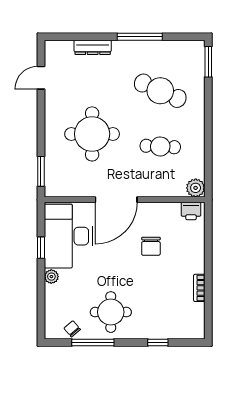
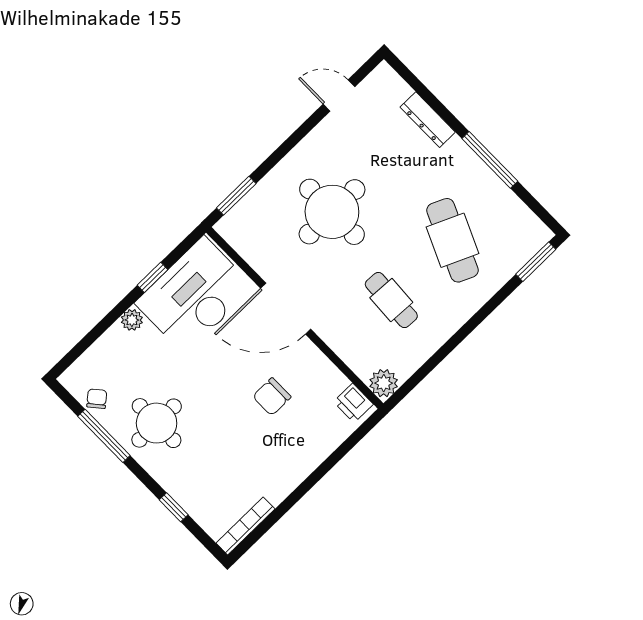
bookcase: (199, 288) -> (245, 526), moved, width x1.56

